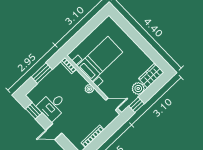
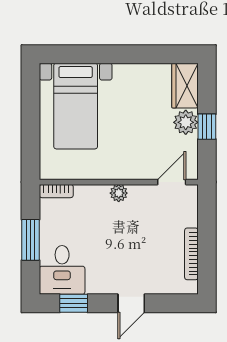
bed with nightstands: (100, 59) -> (76, 106), moved, turned 180
window: (137, 105) -> (207, 127), moved
desk: (52, 106) -> (62, 270), moved

